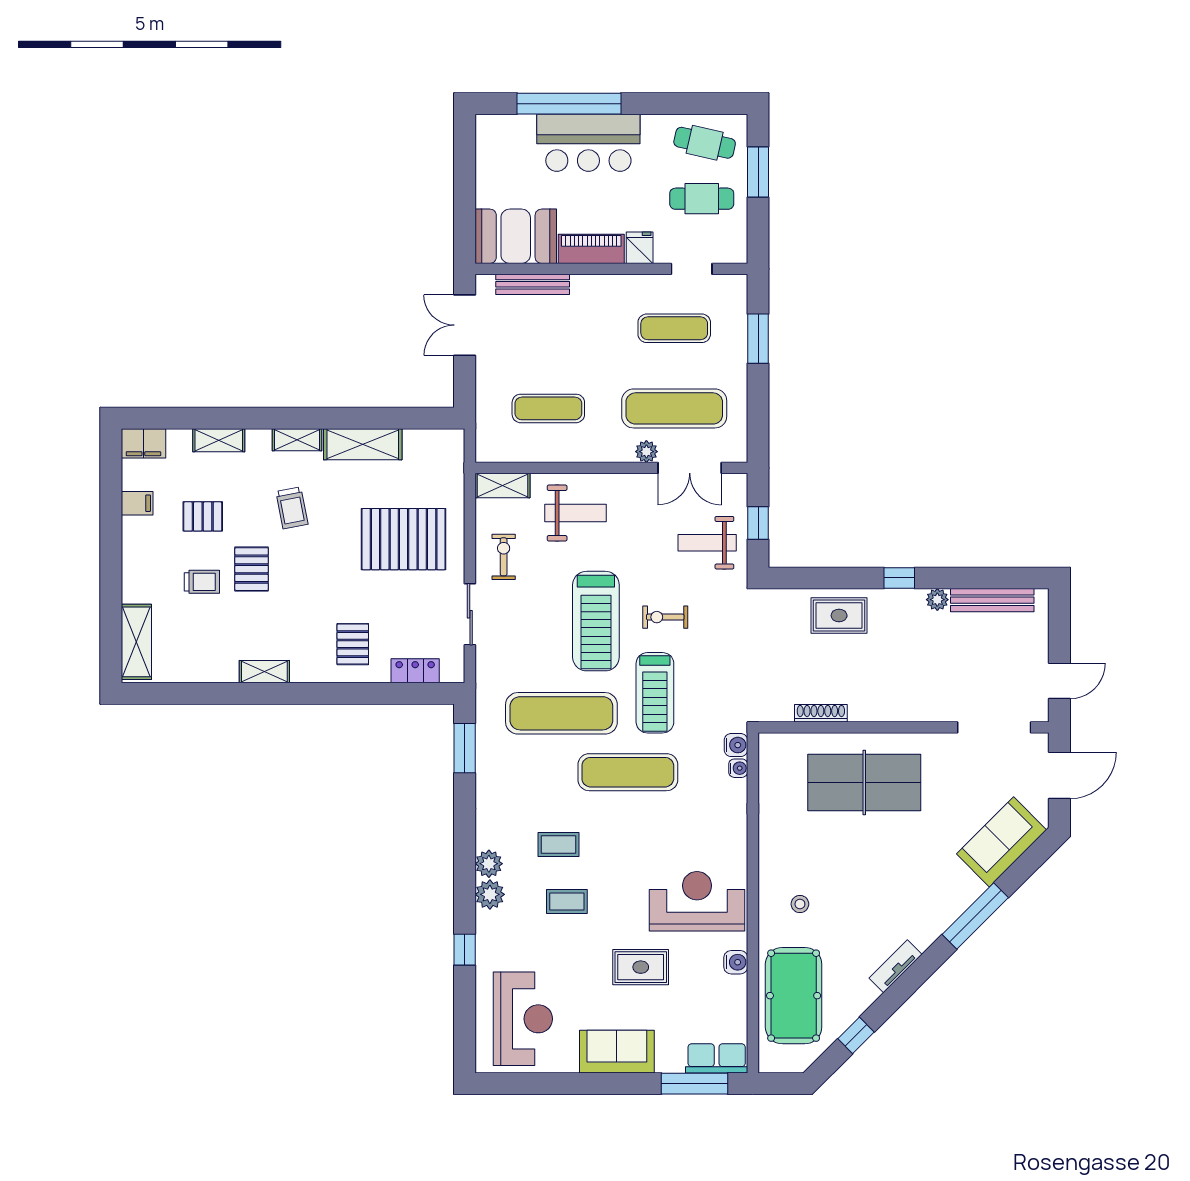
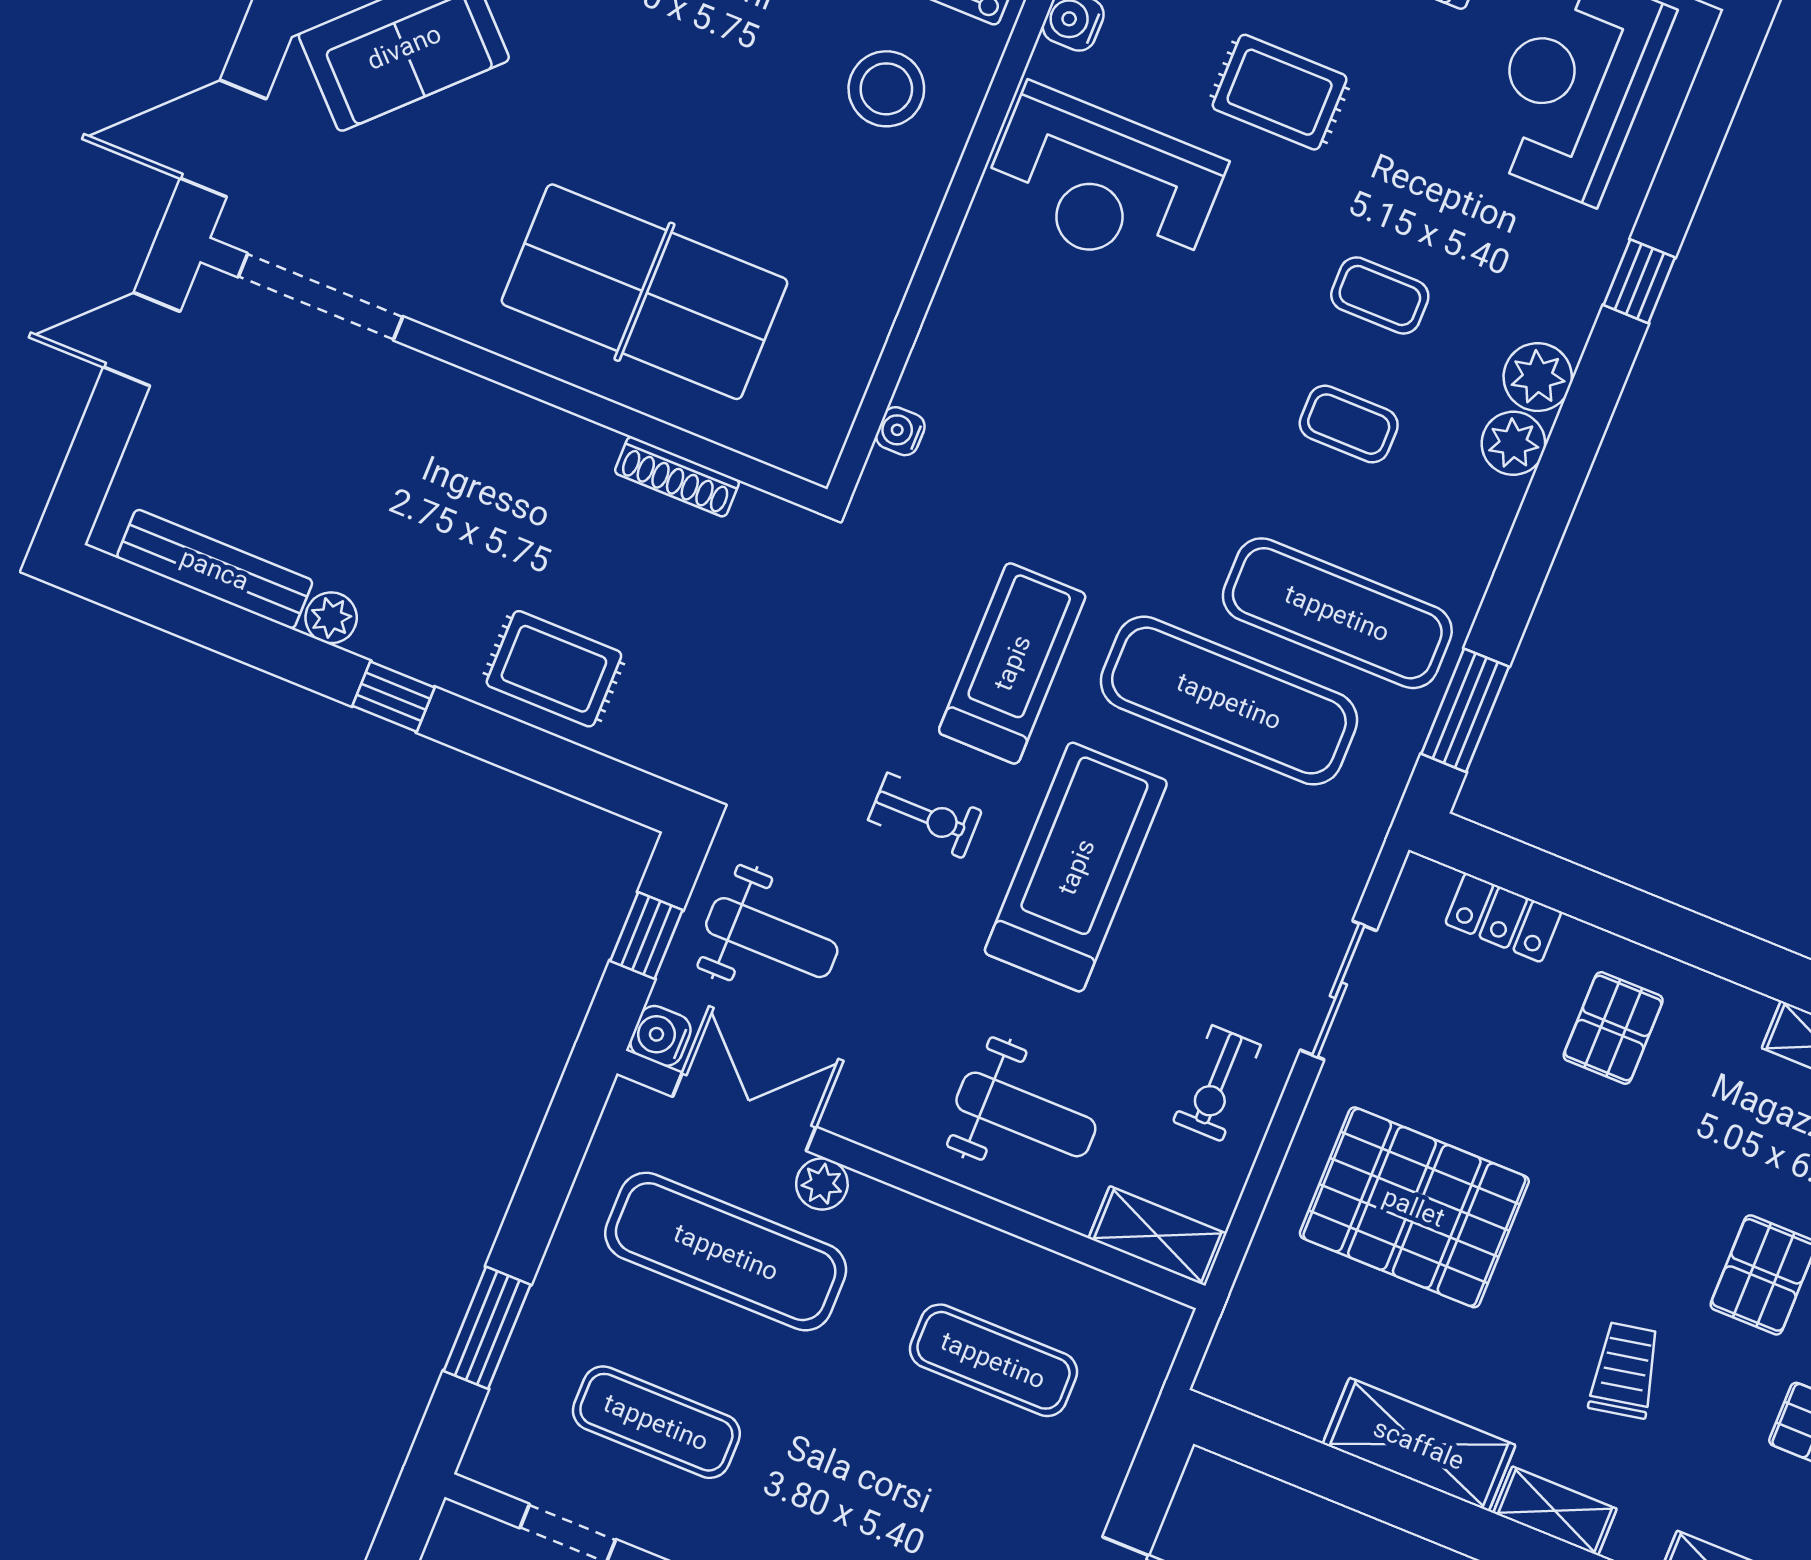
weight bench: (576, 513) -> (1026, 1114), turned 180
water cooler: (736, 745) -> (660, 1036), moved
exercise mat: (628, 772) -> (1337, 613), moved
stool: (800, 904) -> (886, 89), width x1.89, depth x1.89

